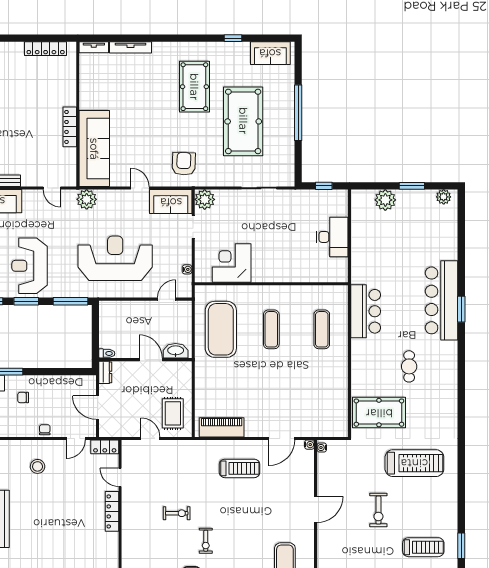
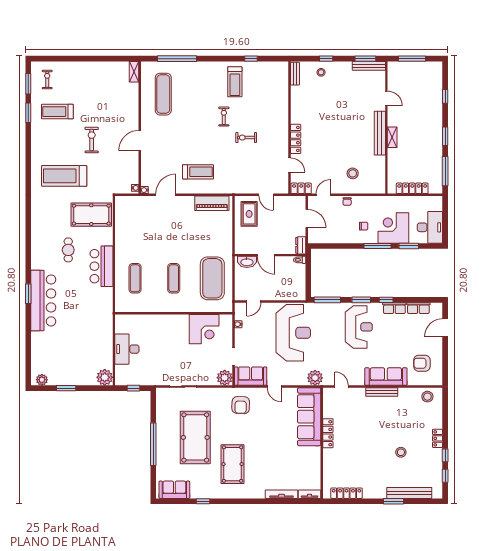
plant: (385, 200) -> (105, 377), moved
reception desk: (115, 258) -> (293, 333), turned -90
bar counter: (366, 311) -> (101, 266), moved
treadmill: (240, 468) -> (198, 172), turned 180

